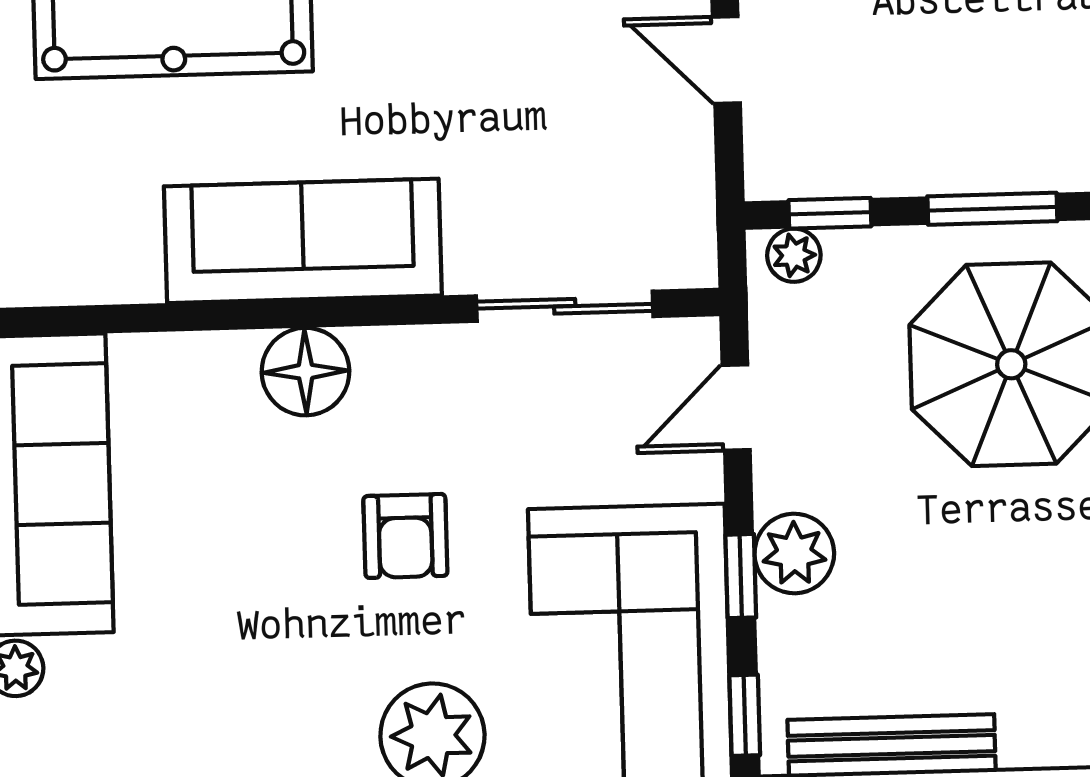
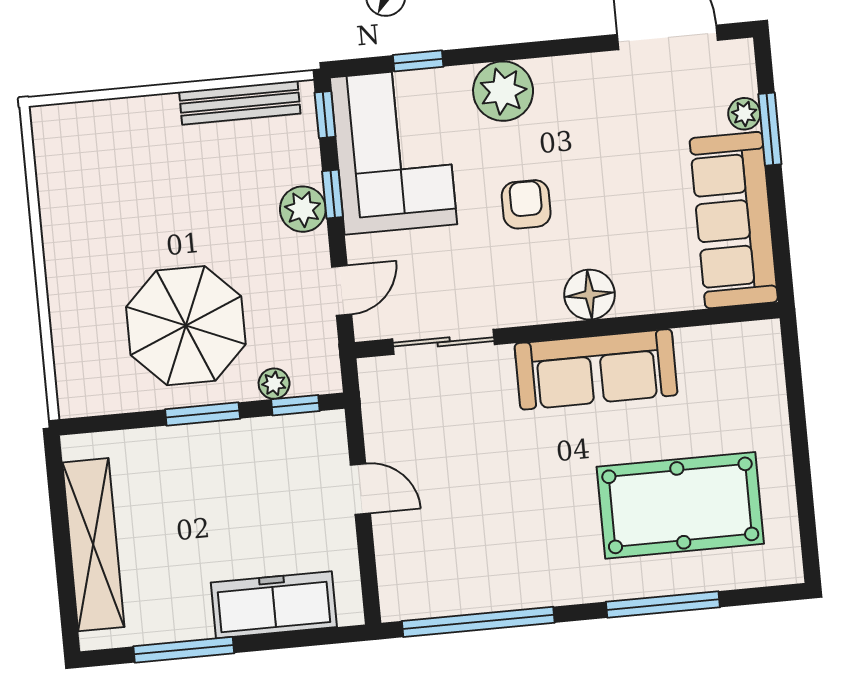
plant: (794, 255) -> (274, 384), moved

